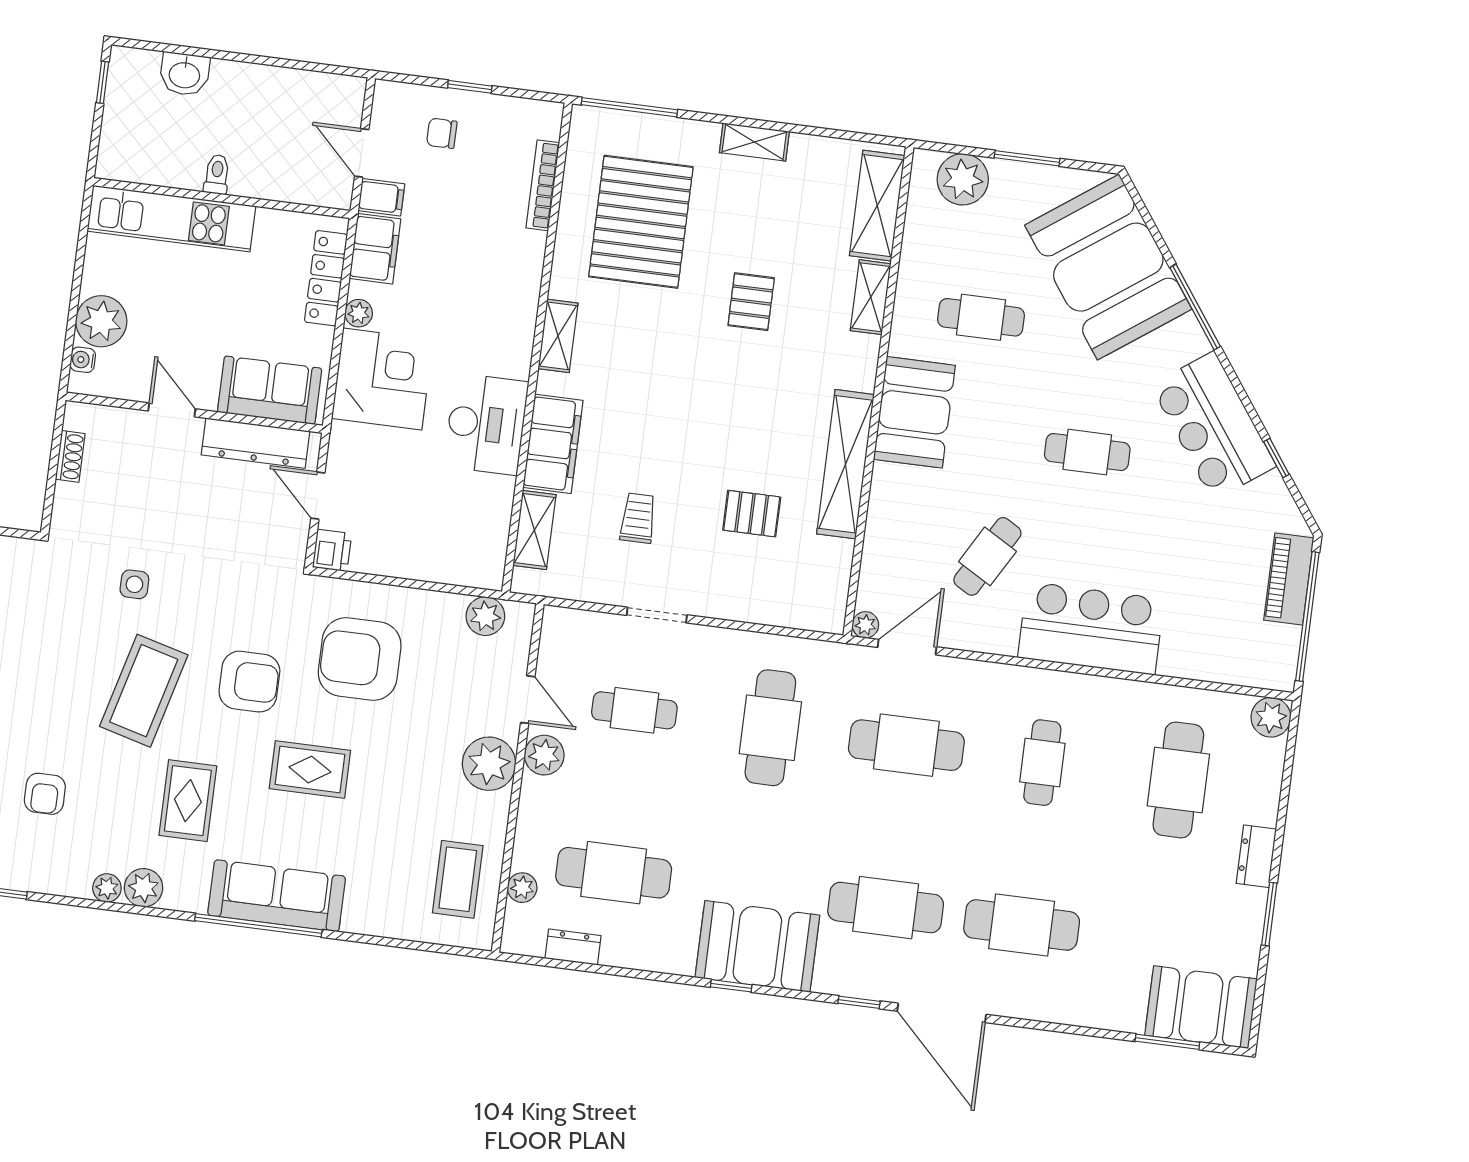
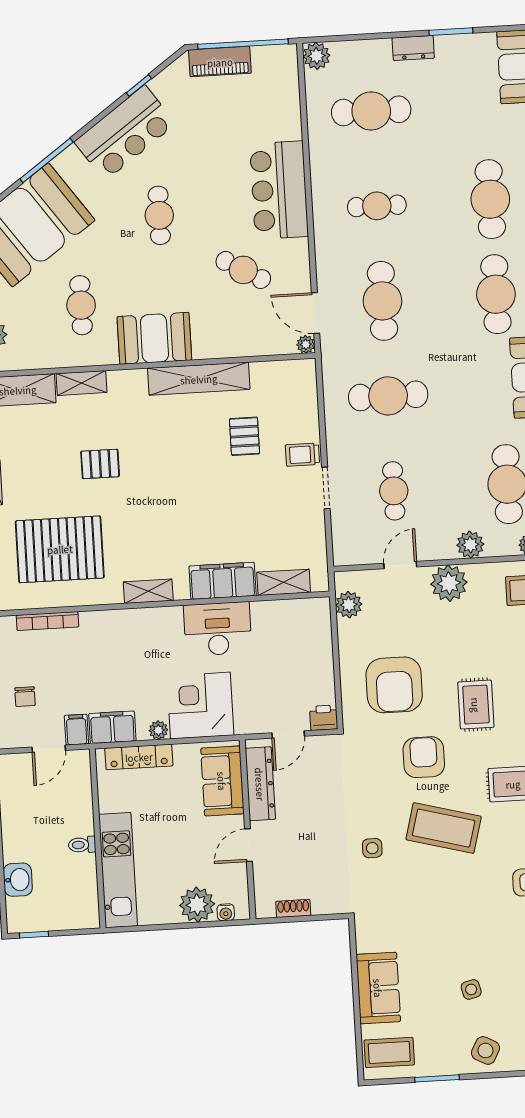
trolley: (638, 518) -> (302, 455), moved
plant: (544, 755) -> (470, 545), moved

